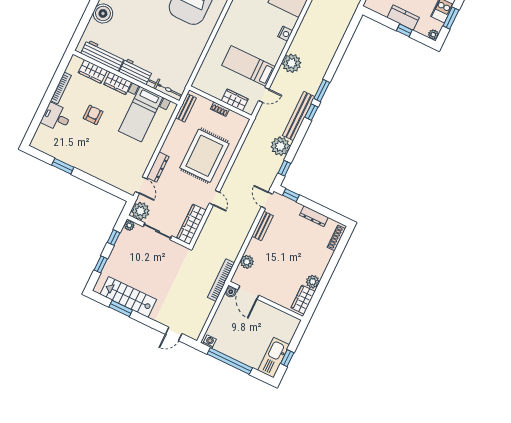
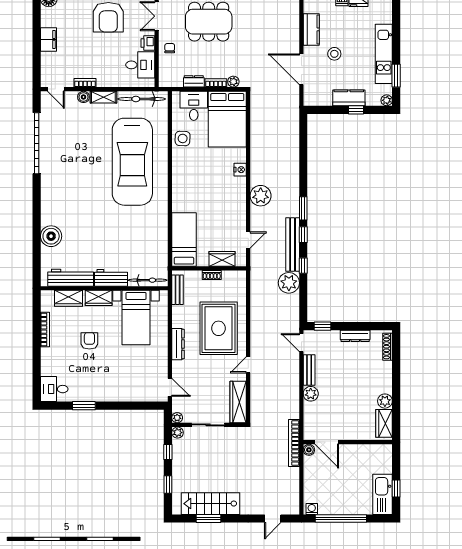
bed: (248, 66) -> (184, 239), moved, turned 90
desk: (56, 117) -> (54, 389), moved
dresser: (158, 167) -> (178, 344), moved
window: (284, 168) -> (303, 266), moved
door: (214, 198) -> (248, 365), swing flipped
plant: (140, 211) -> (177, 418), width x0.53, depth x0.53
plant: (247, 262) -> (311, 394), moved

